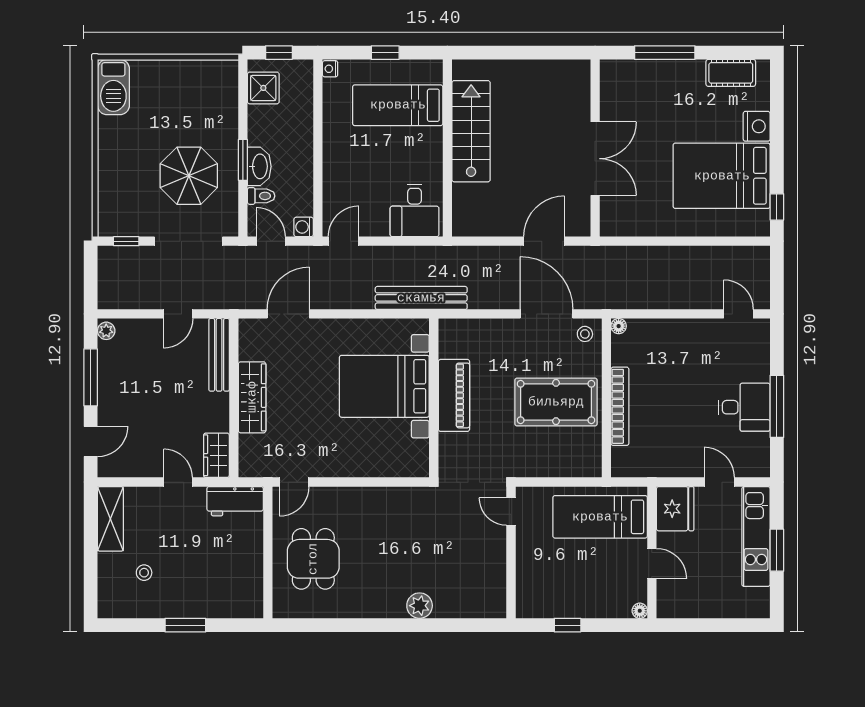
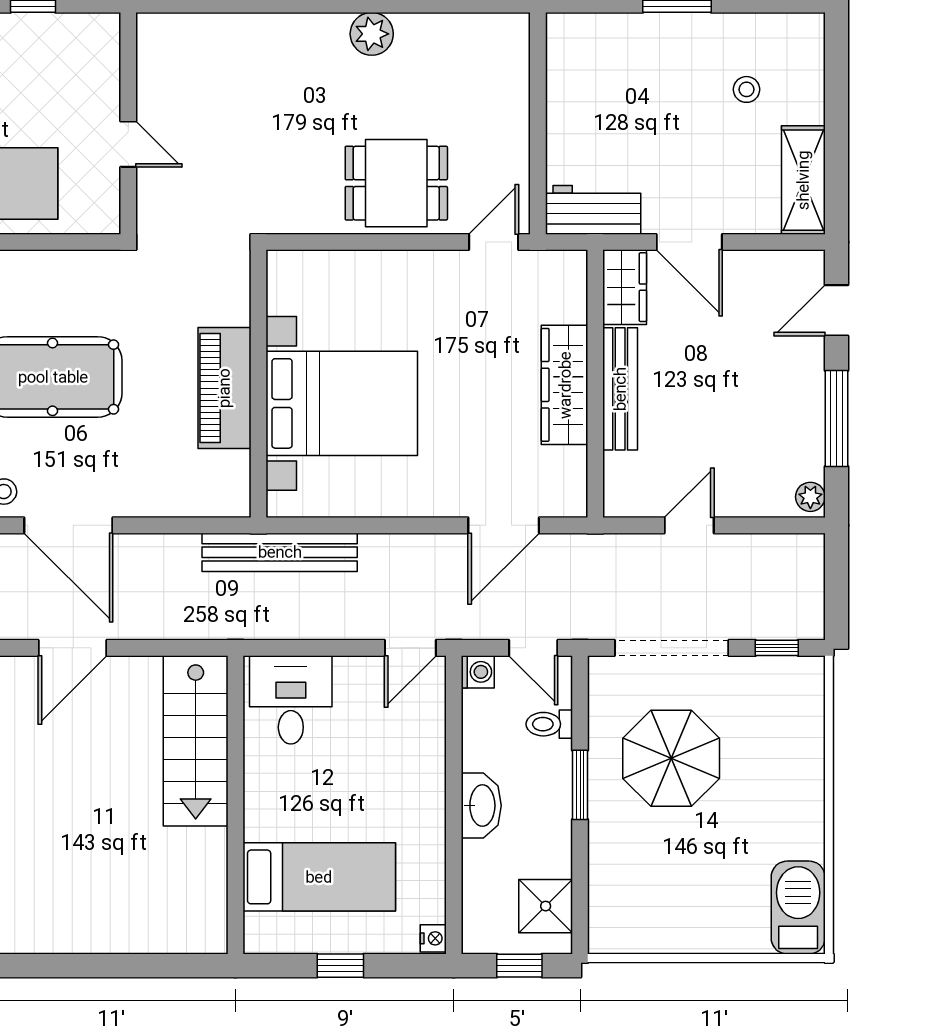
stairs: (471, 131) -> (196, 741), moved
washbasin: (259, 166) -> (481, 806), moved, turned 180
bench: (219, 355) -> (620, 389), moved
door: (178, 482) -> (689, 242), width x1.38
door: (511, 511) -> (128, 144), moved
dining table: (313, 559) -> (396, 183), moved, turned 90
plant: (420, 606) -> (372, 34), moved

